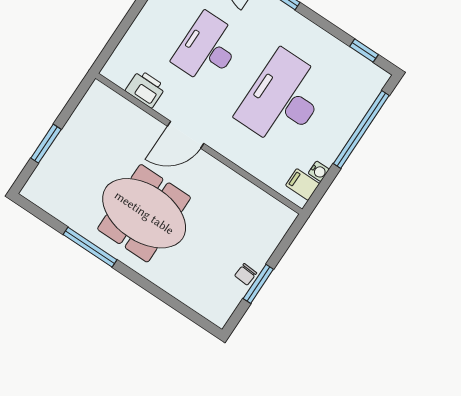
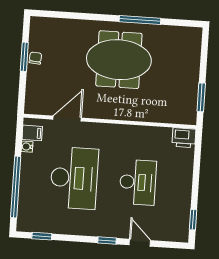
printer: (146, 89) -> (184, 138), moved
door: (186, 135) -> (67, 119), moved
window: (46, 144) -> (201, 97), moved

